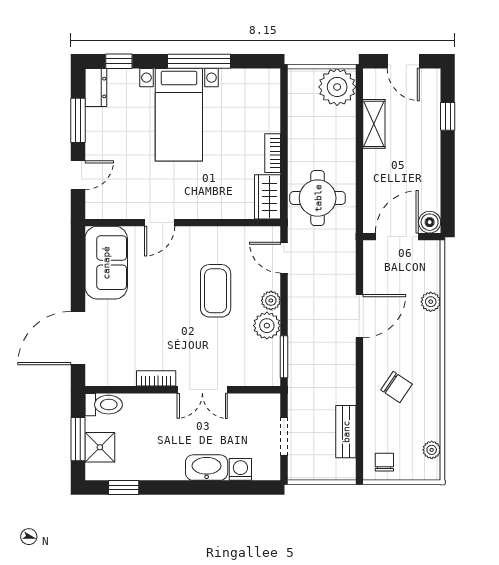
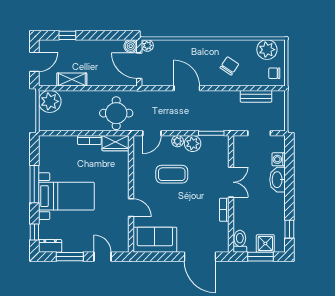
plant: (431, 302) -> (147, 45), moved
plant: (432, 450) -> (267, 50), width x1.87, depth x1.87

